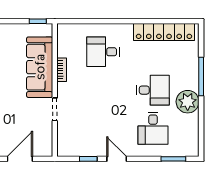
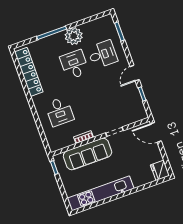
door: (20, 159) -> (156, 132), moved

